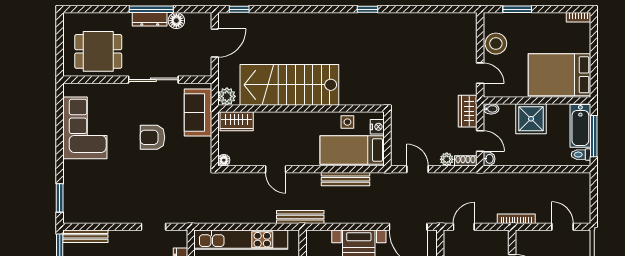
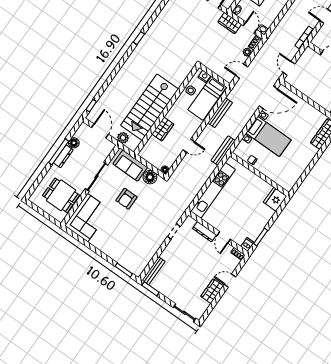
dining table: (98, 51) -> (61, 195), turned 90
plant: (227, 96) -> (123, 138), moved
wardrobe: (237, 121) -> (163, 129), moved
corner sofa: (85, 128) -> (88, 218), moved, turned 90
door: (480, 141) -> (250, 28), hinge flipped
floor lamp: (201, 148) -> (150, 177), added

